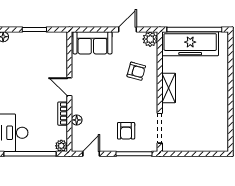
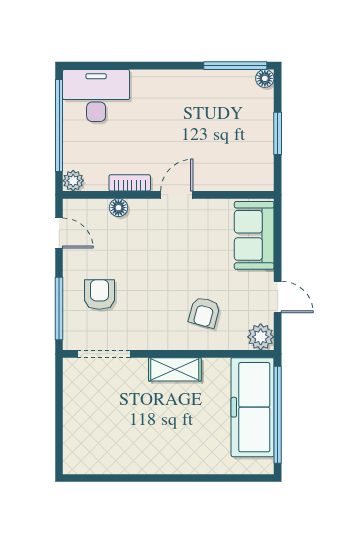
armchair: (126, 131) -> (99, 294), turned 90

